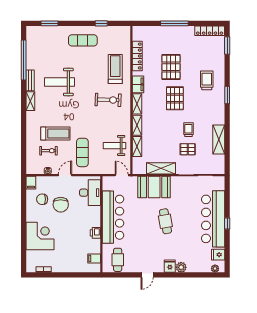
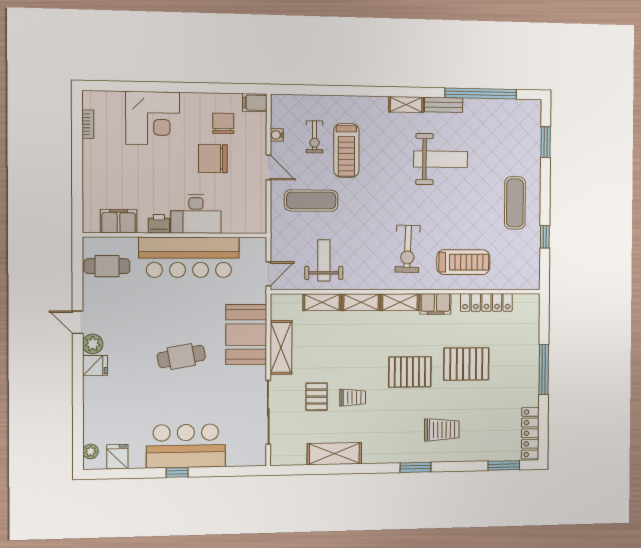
weight bench: (60, 82) -> (441, 159), turned 90
desk: (90, 193) -> (196, 214), moved
bar counter: (213, 219) -> (186, 446), width x0.73
filing cabinet: (94, 258) -> (119, 221), width x2.00
plant: (181, 267) -> (93, 344), moved

